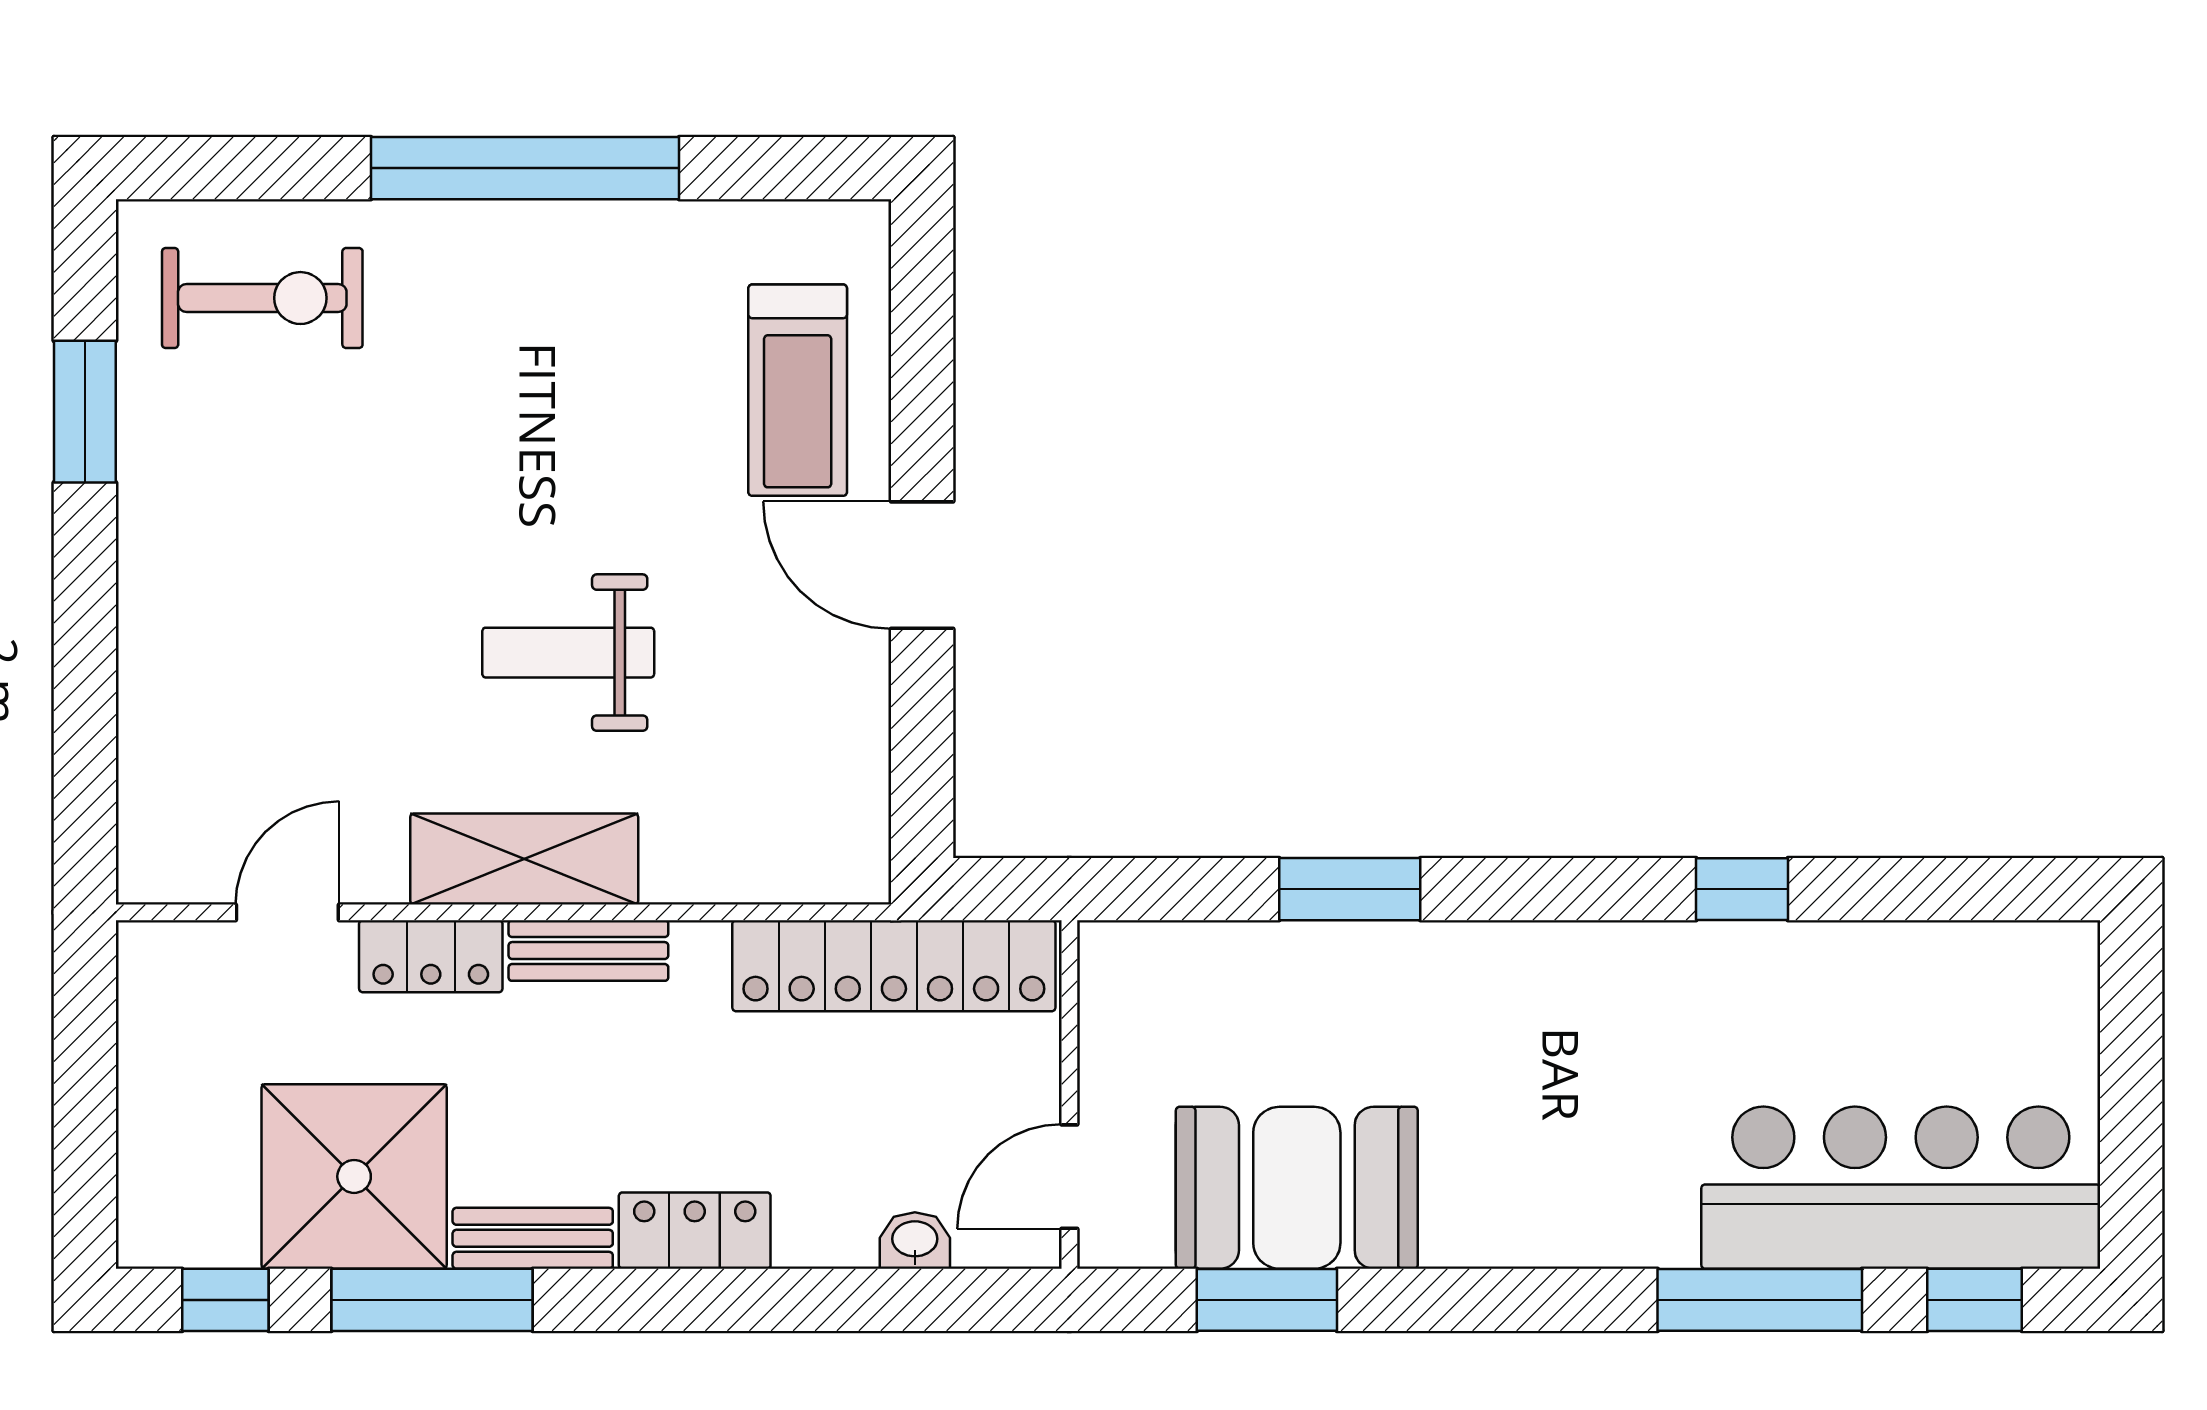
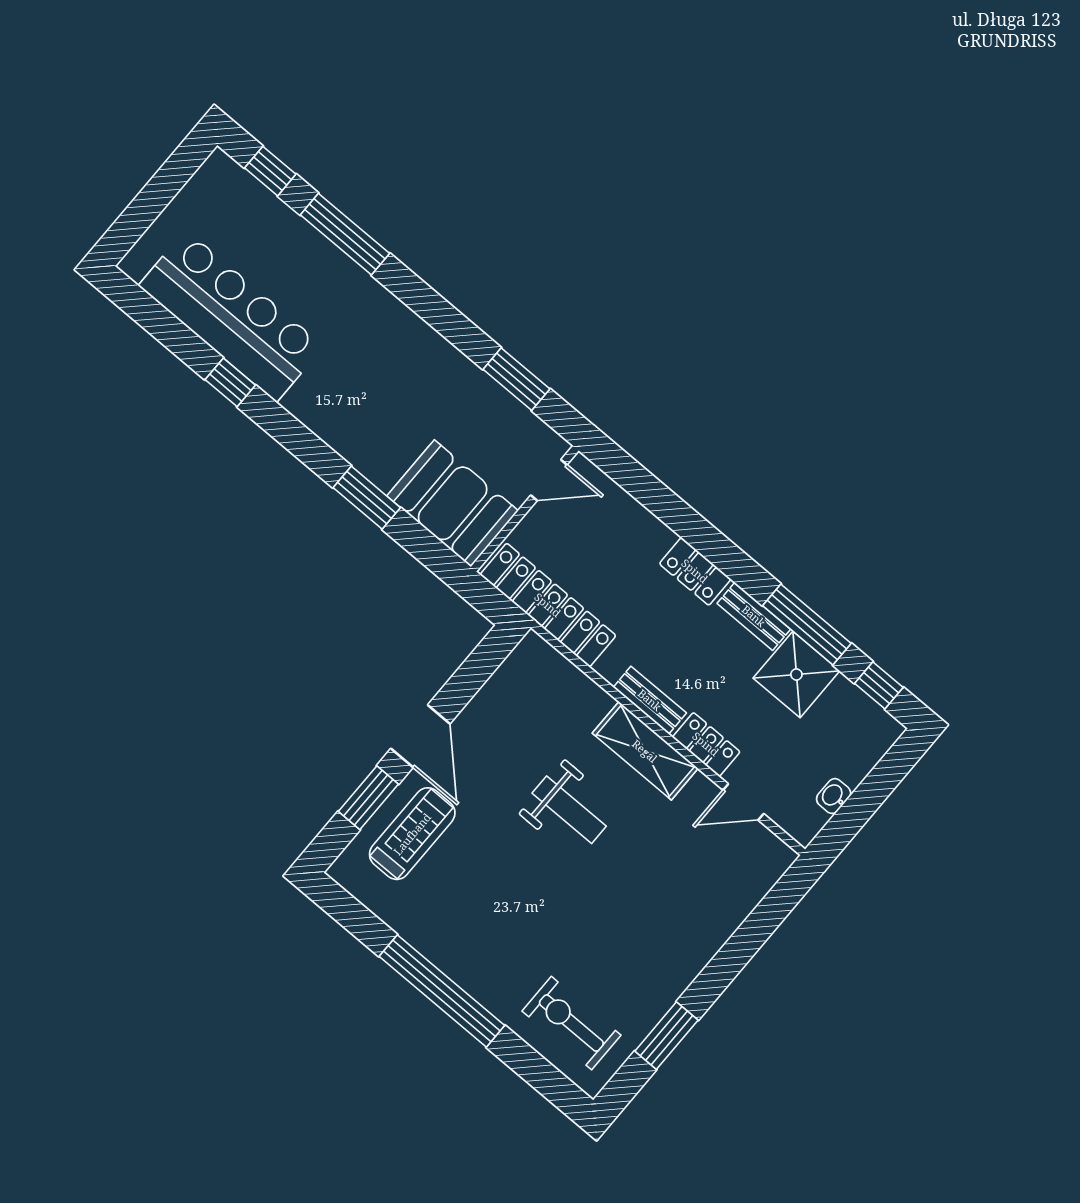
window: (922, 388) -> (368, 798), added
shower: (354, 1176) -> (796, 674), width x0.73, depth x0.73
booth: (1297, 1188) -> (453, 503), moved
bar counter: (1901, 1188) -> (231, 316), moved, turned 180
washbasin: (915, 1241) -> (834, 796), moved, turned 90

